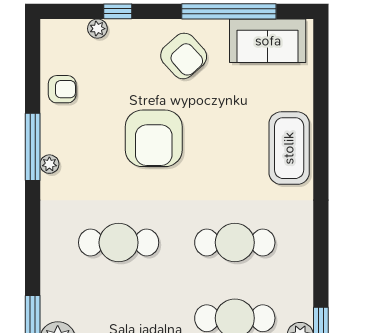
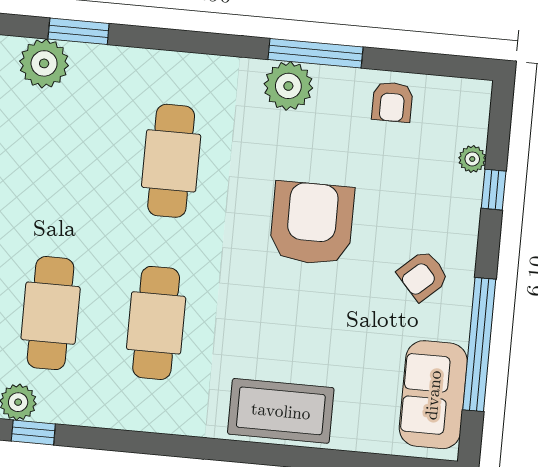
armchair: (184, 56) -> (423, 276), width x0.72, depth x0.72
armchair: (154, 138) -> (312, 223), turned 90
plant: (49, 164) -> (288, 86), width x1.88, depth x1.88

